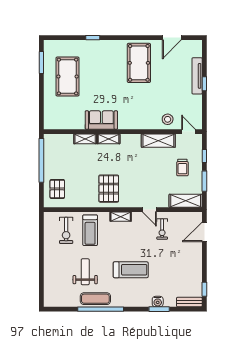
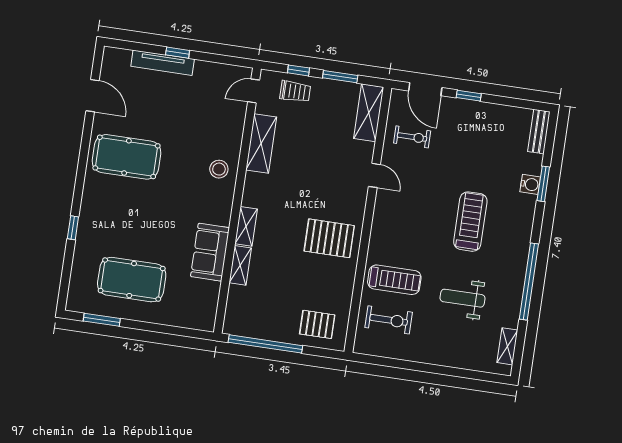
stool: (168, 119) -> (219, 169), moved
sofa: (101, 120) -> (210, 252), moved
trolley: (182, 167) -> (295, 91), moved
door: (149, 210) -> (374, 175), hinge flipped
shelving: (121, 217) -> (507, 346), moved
exercise bike: (162, 229) -> (412, 137), moved
window: (204, 289) -> (469, 96), moved
exercise mat: (95, 299) -> (510, 288), removed

